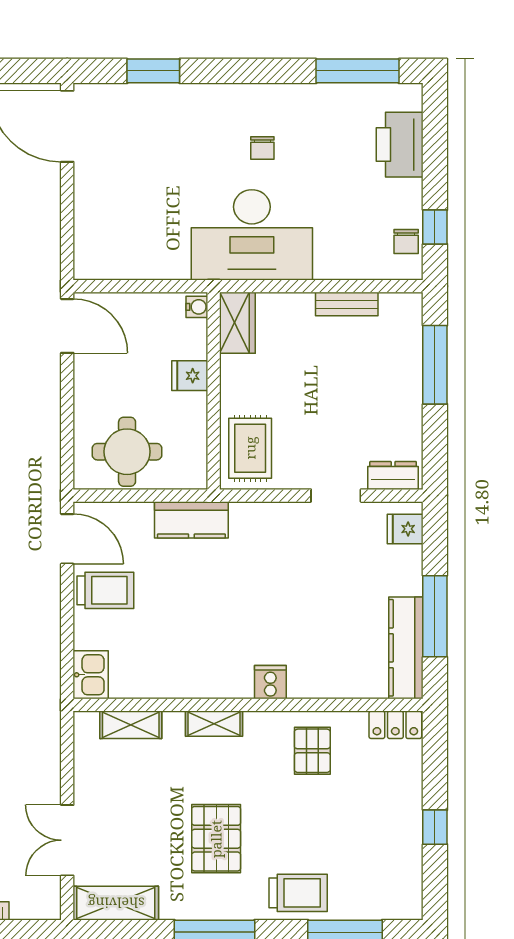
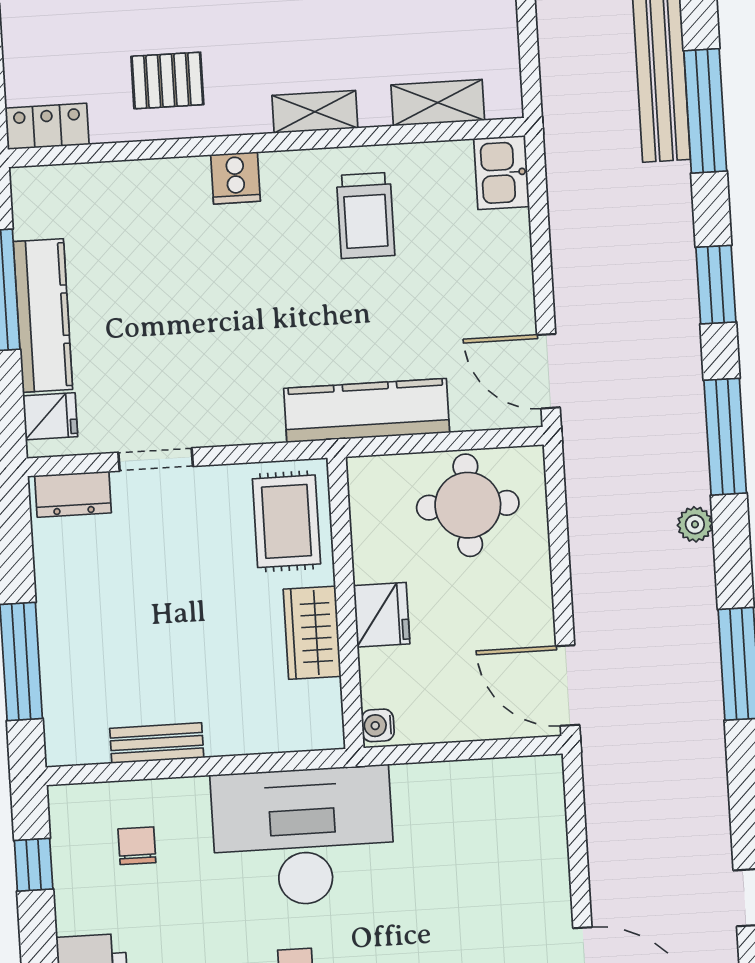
chair: (406, 241) -> (137, 846), moved
wardrobe: (237, 323) -> (312, 633), moved
fridge: (190, 376) -> (382, 615), width x1.38
kitchen counter: (191, 520) -> (367, 410), width x1.50
trolley: (105, 590) -> (366, 215), moved, turned -90
kitchen counter: (406, 648) -> (43, 316), moved
pallet: (312, 751) -> (167, 80), turned 90

